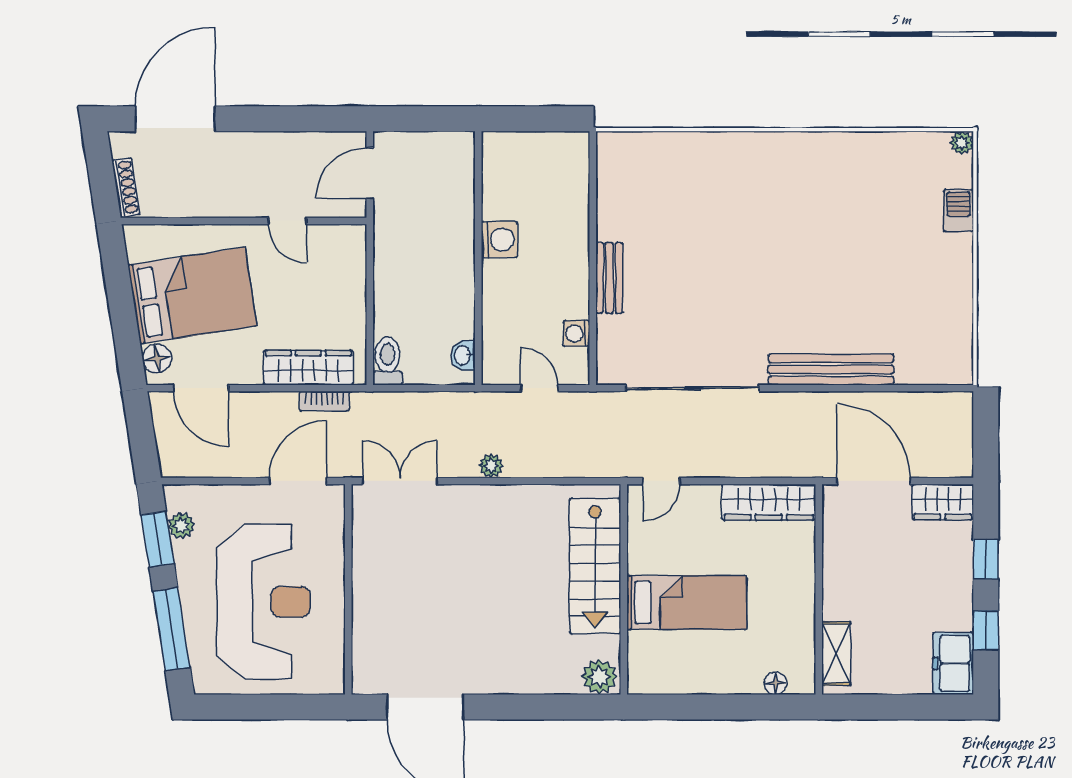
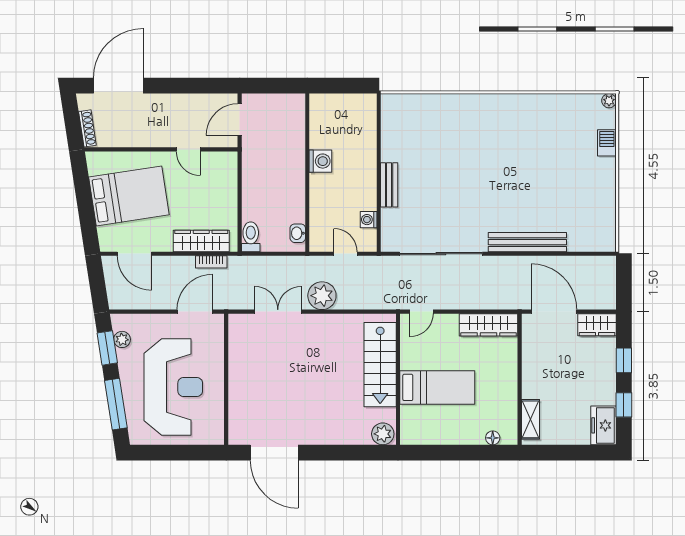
floor lamp: (157, 359) -> (107, 235), removed
plant: (491, 466) -> (322, 296), width x1.87, depth x1.87
double door: (400, 481) -> (278, 312), moved

